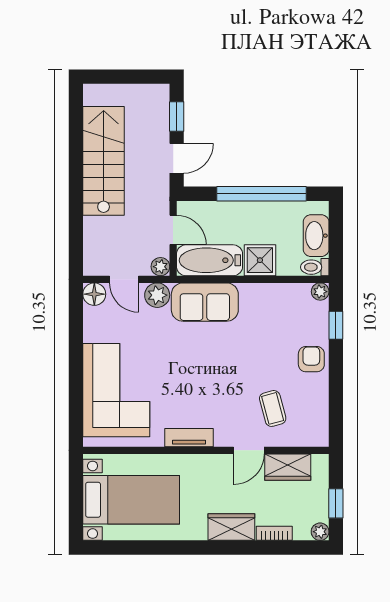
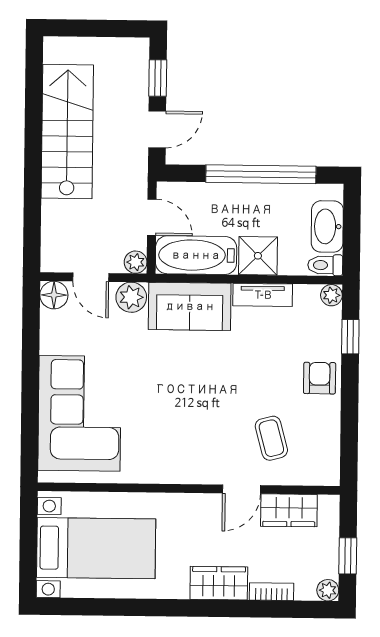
tv unit: (189, 438) -> (263, 295), moved, turned 180

